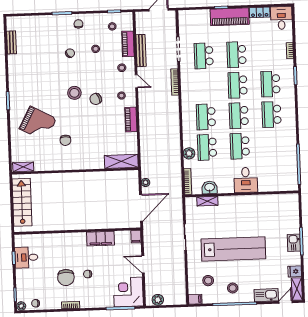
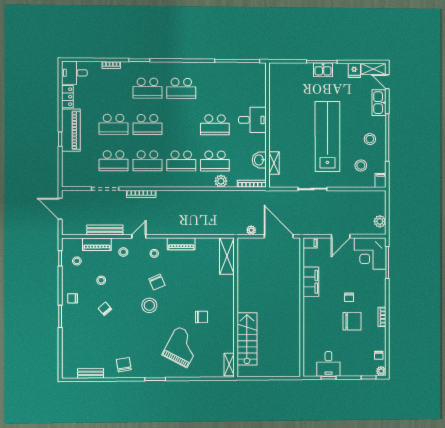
chair: (20, 72) -> (124, 365), added
school desk: (239, 116) -> (147, 161), moved
stairs: (22, 202) -> (247, 339), moved, turned 90

